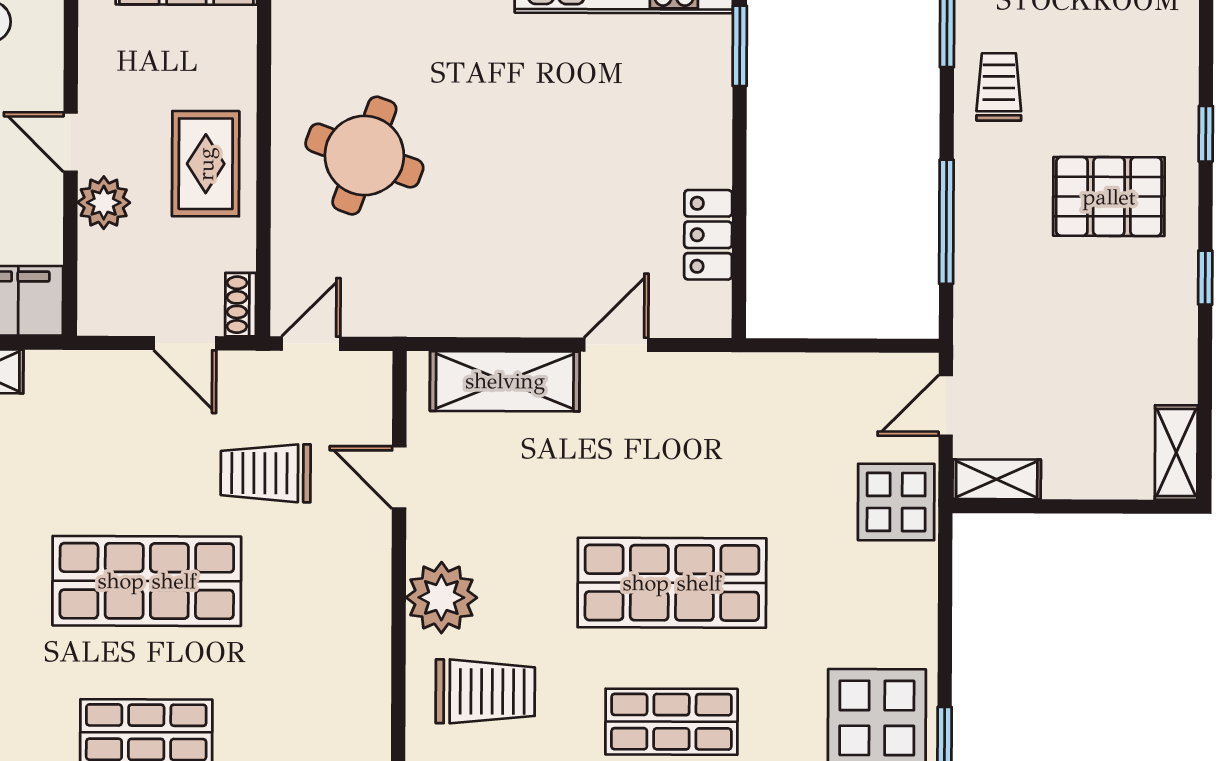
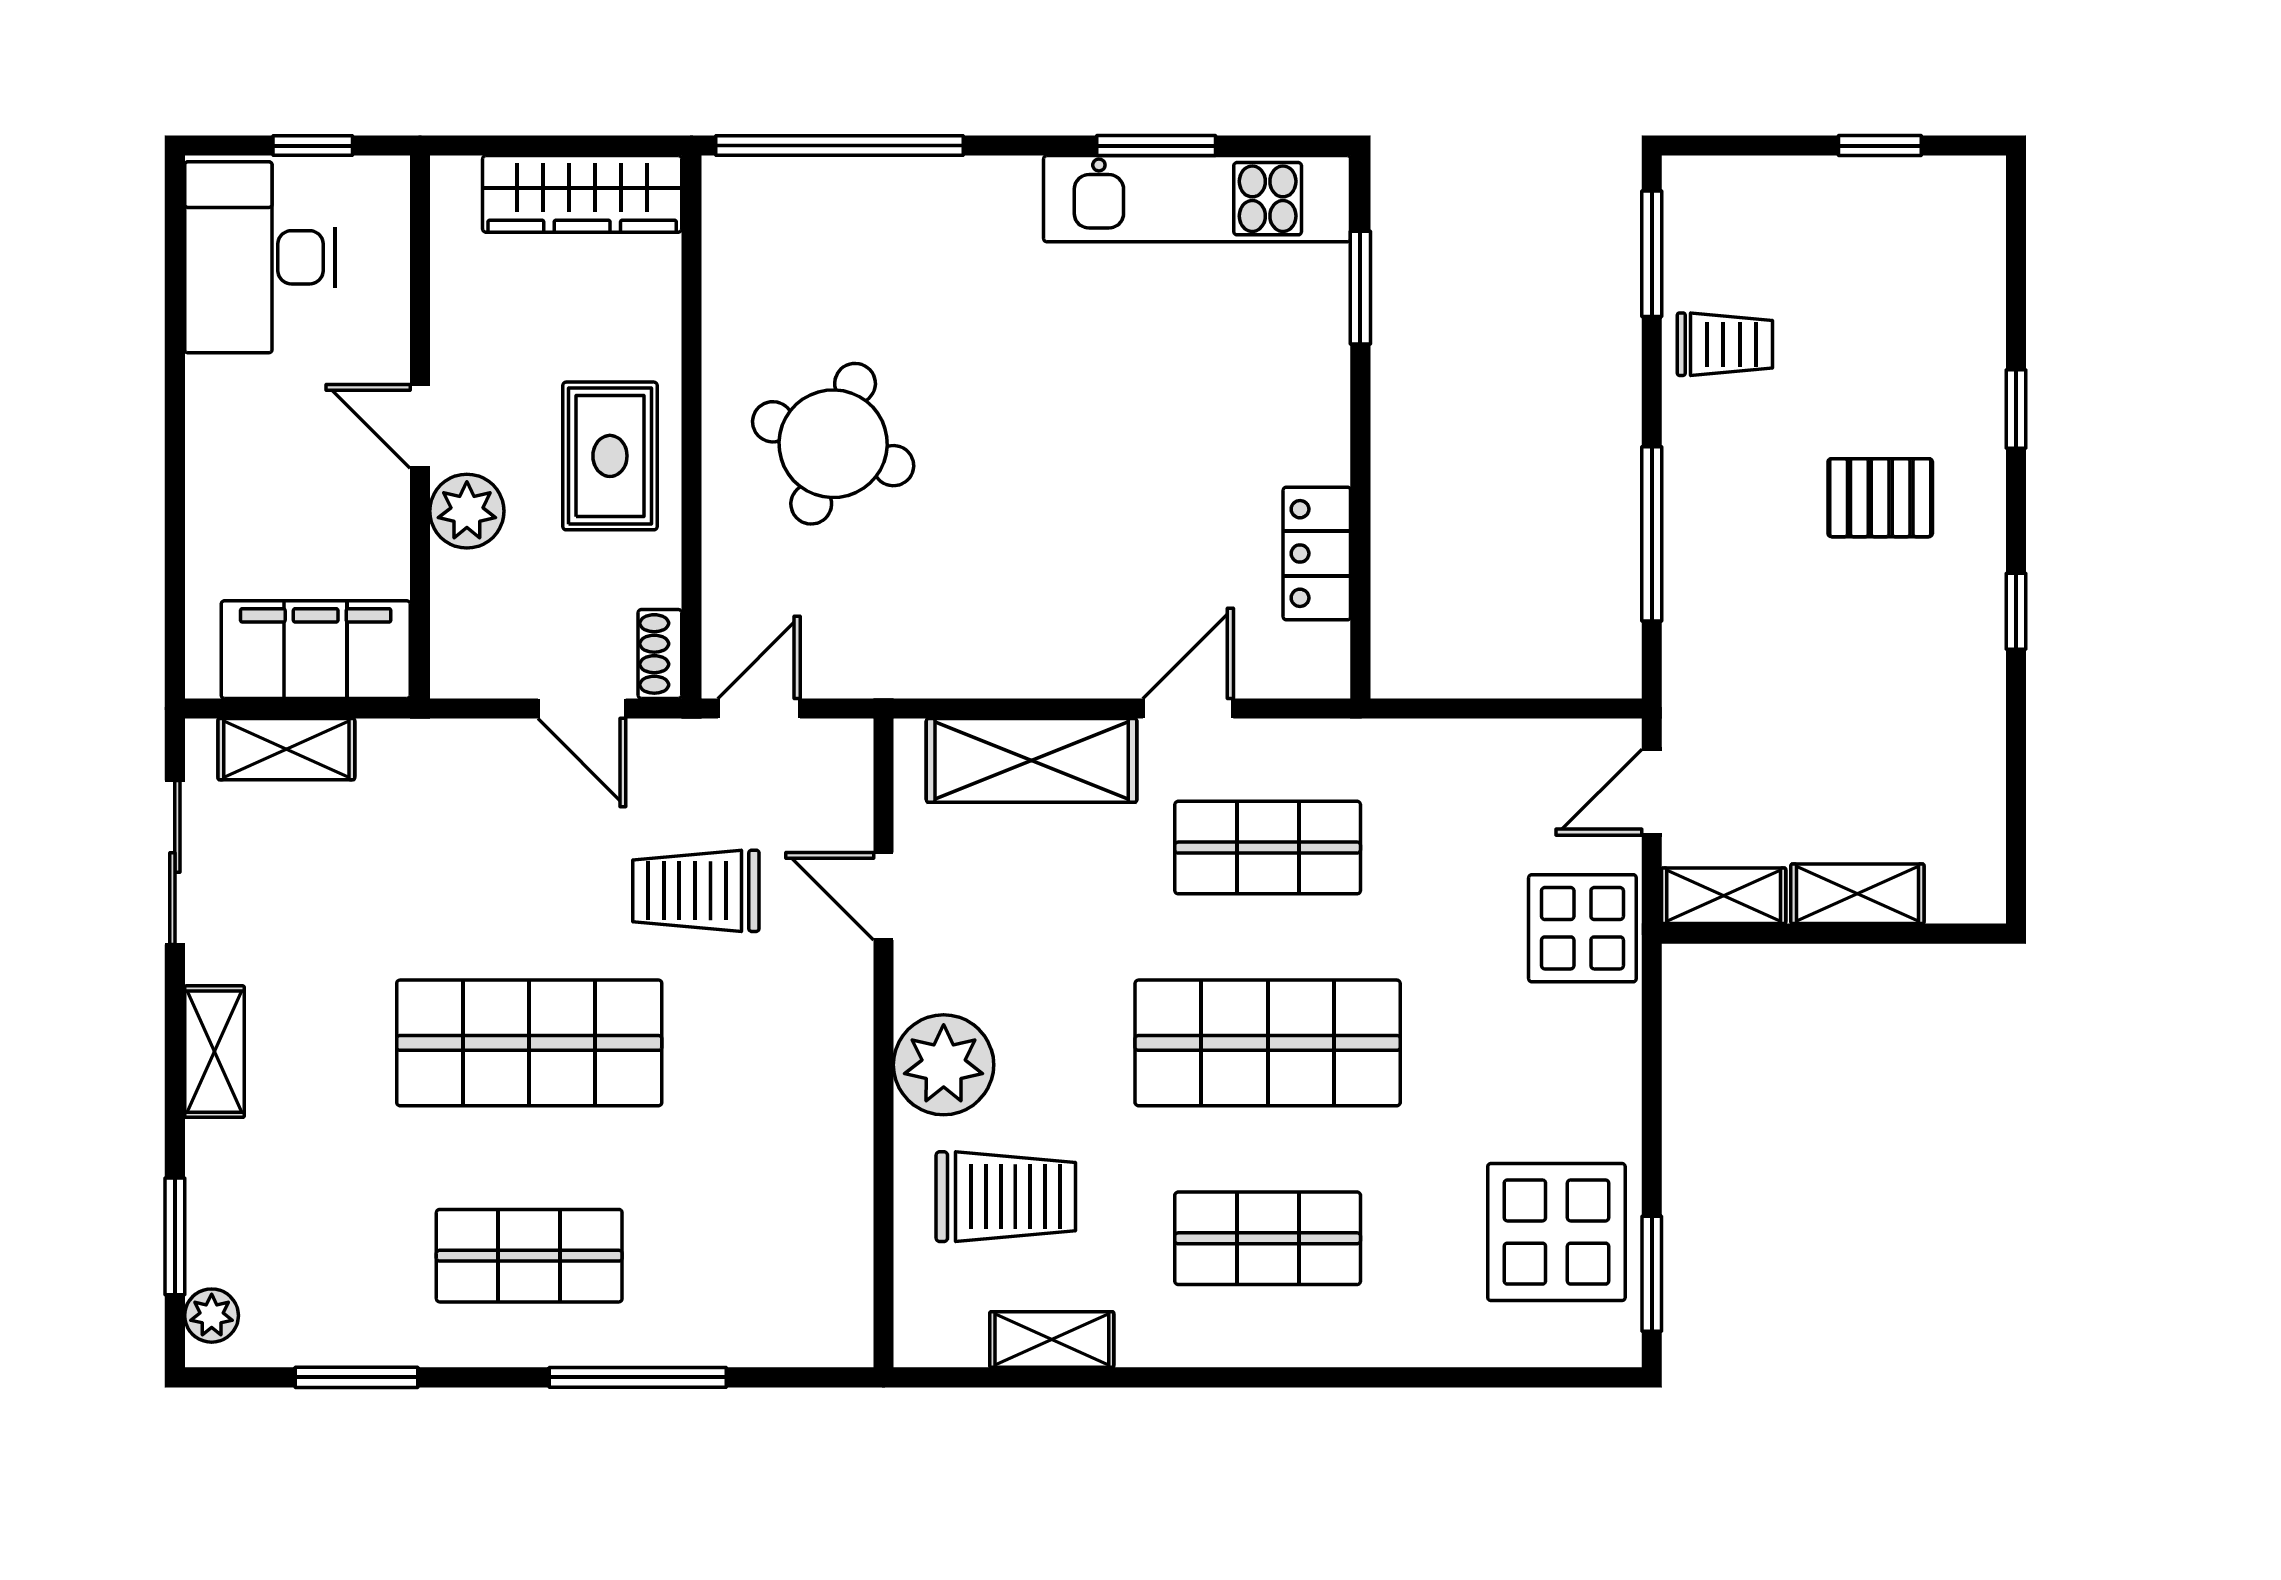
trolley: (999, 87) -> (1725, 344), turned 90
pallet: (1109, 197) -> (1880, 498), width x0.67, depth x0.71
shop shelf: (672, 444) -> (1268, 848), added
shelving: (1176, 452) -> (1857, 894), moved, turned 90

